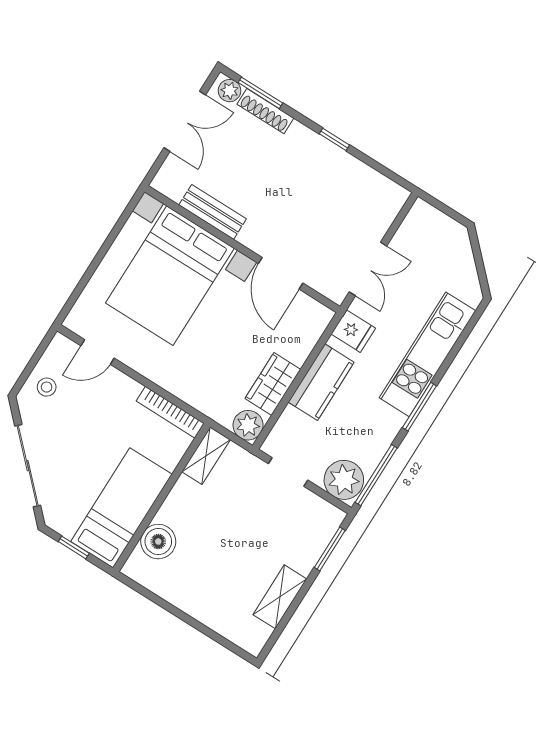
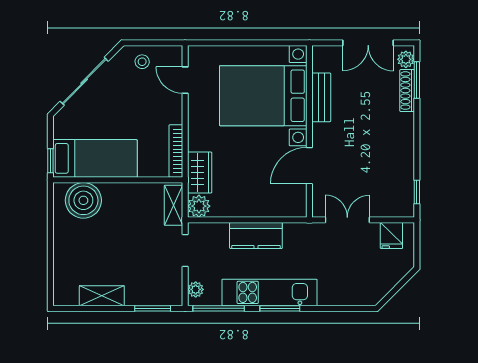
window: (334, 139) -> (417, 192), moved
double door: (368, 269) -> (347, 220), swing flipped
fridge: (353, 331) -> (391, 236), moved
kitchen unit: (427, 354) -> (270, 292), moved
wardrobe: (273, 384) -> (200, 172), moved, turned 90
shelving: (206, 456) -> (174, 205), moved, turned 90
plant: (344, 480) -> (196, 289), width x0.53, depth x0.53
boiler: (158, 542) -> (83, 200), width x1.37, depth x1.37
window: (74, 547) -> (50, 161), moved

